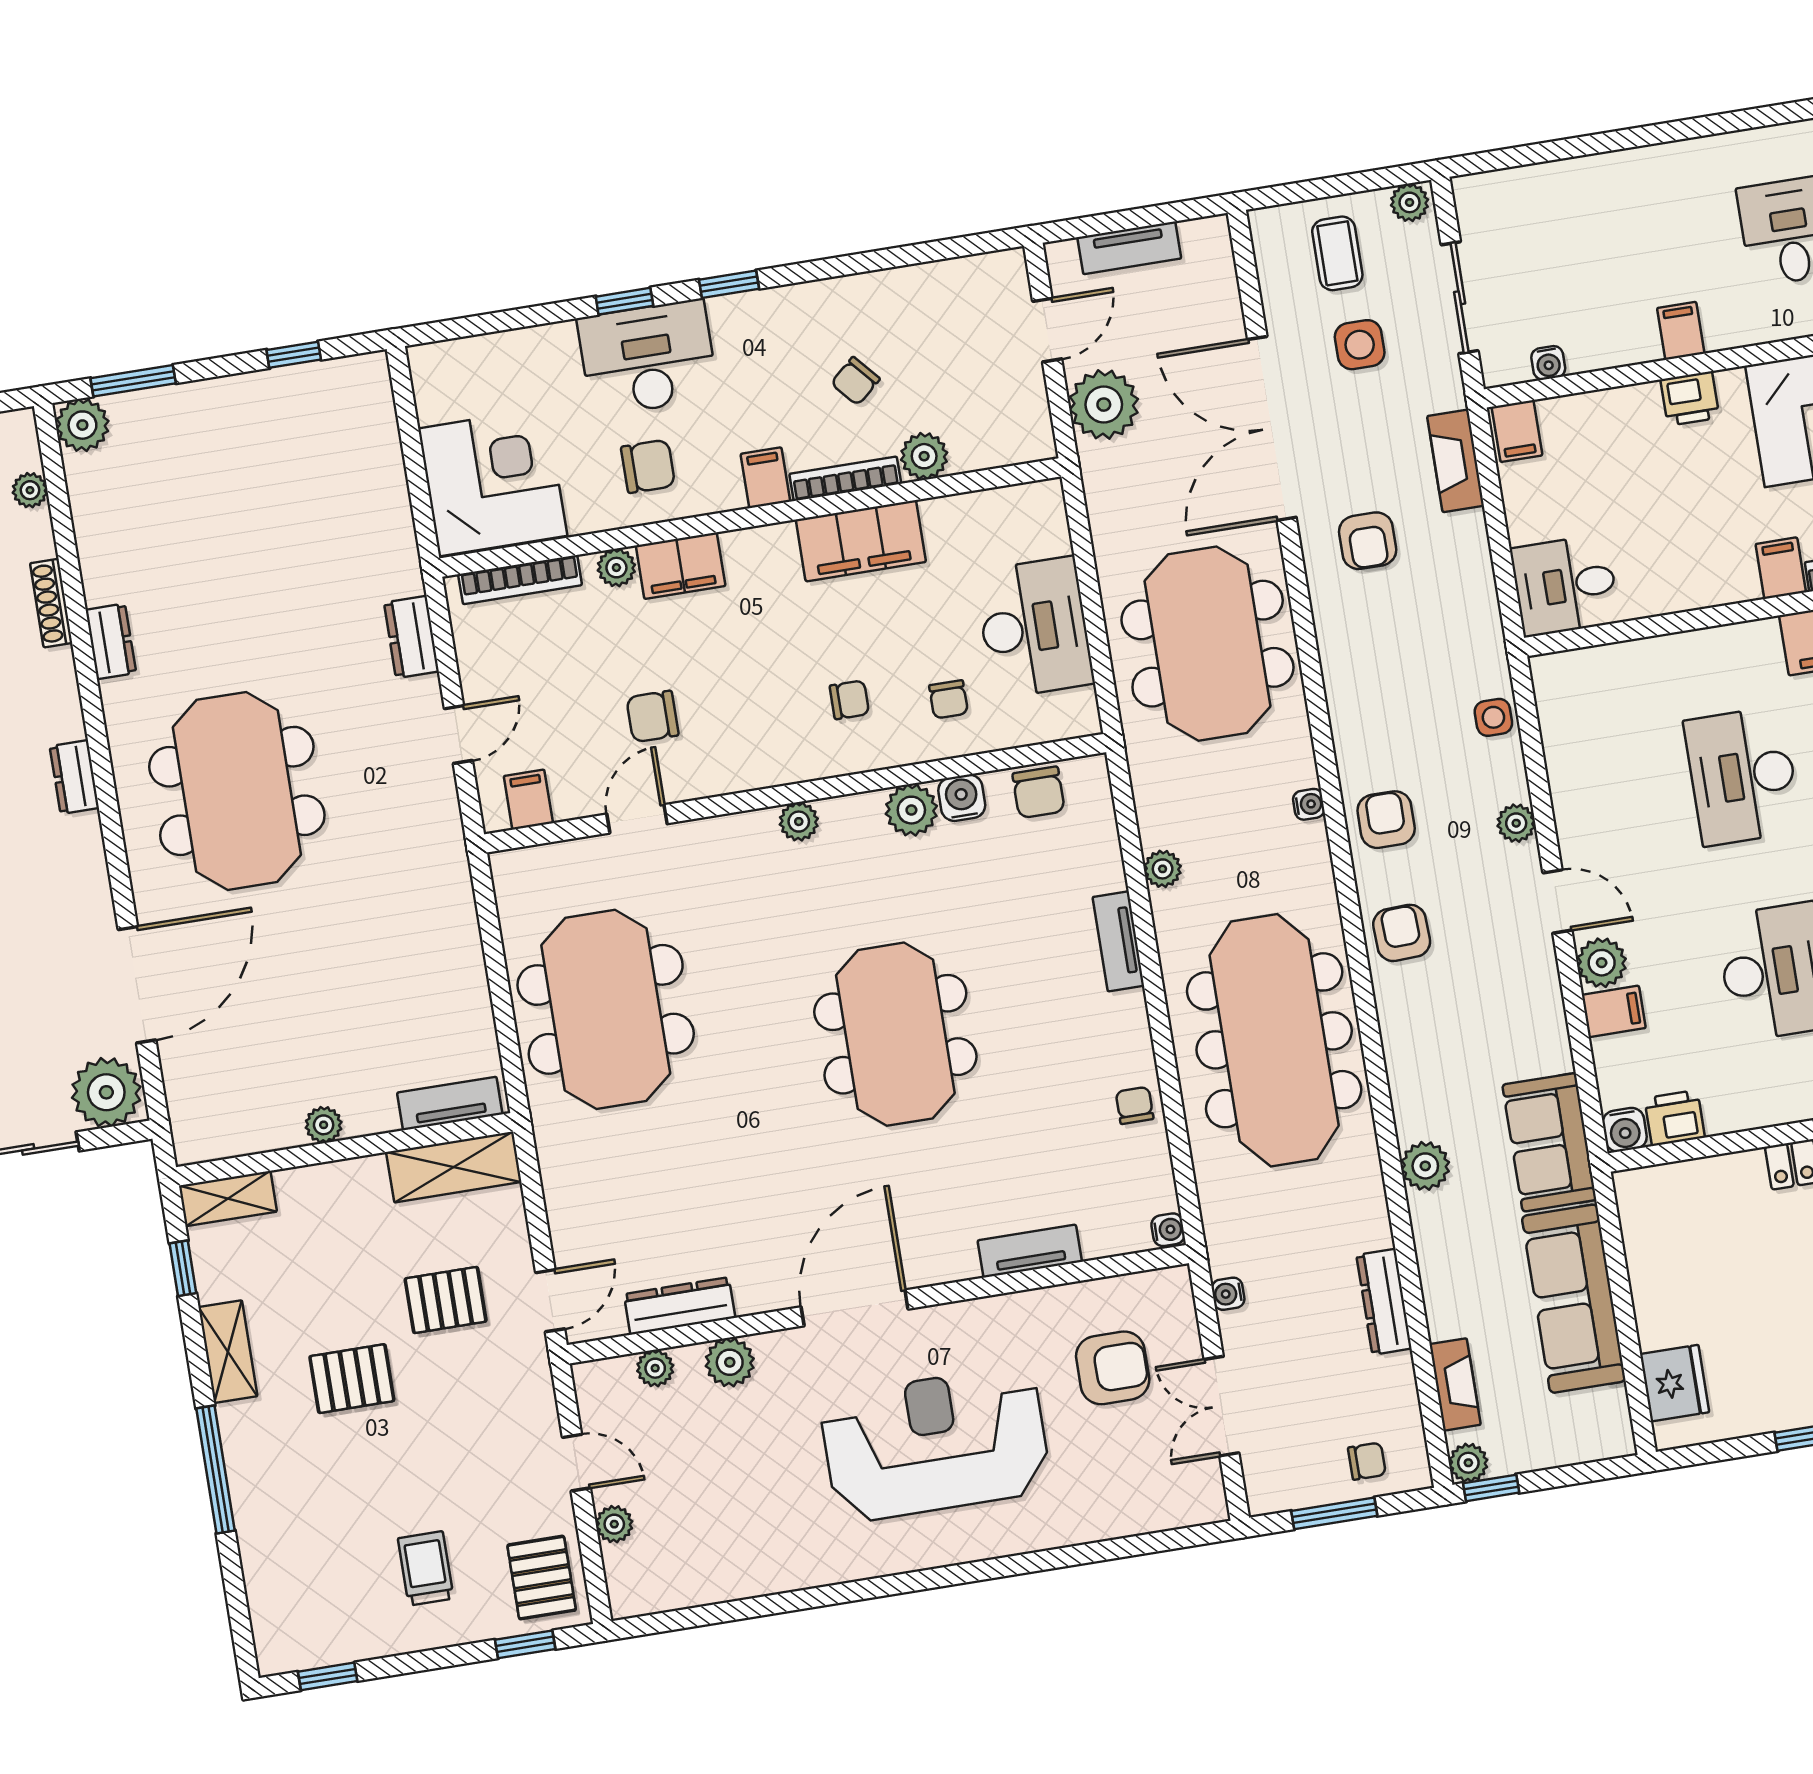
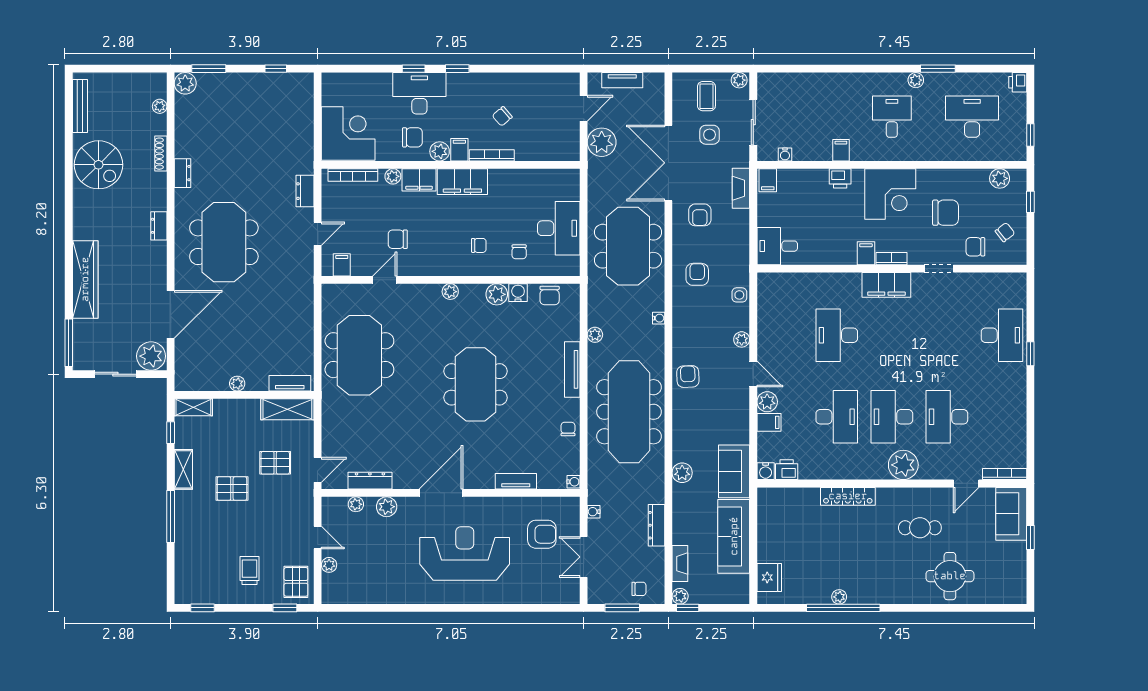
plant: (924, 456) -> (440, 151), moved
filing cabinet: (861, 541) -> (462, 182), moved
armchair: (1386, 820) -> (697, 274), moved
tv unit: (1118, 941) -> (572, 369), width x1.41

